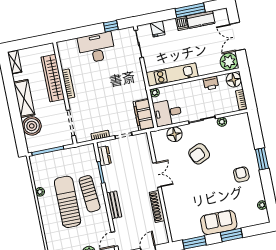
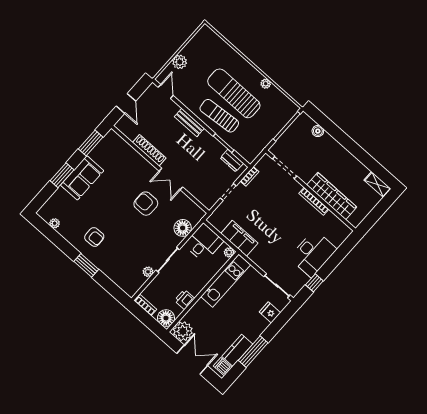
dishwasher: (182, 23) -> (223, 367), moved
shelving: (24, 98) -> (344, 158), removed
filing cabinet: (144, 115) -> (239, 238), moved
boiler: (32, 126) -> (318, 131), width x0.54, depth x0.54
armchair: (199, 154) -> (146, 204), moved, turned -66
sun lounger: (68, 202) -> (234, 93), turned 180

